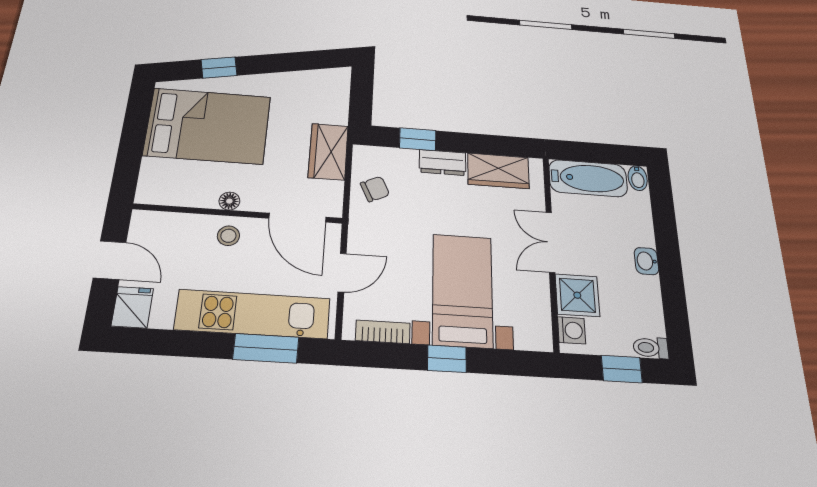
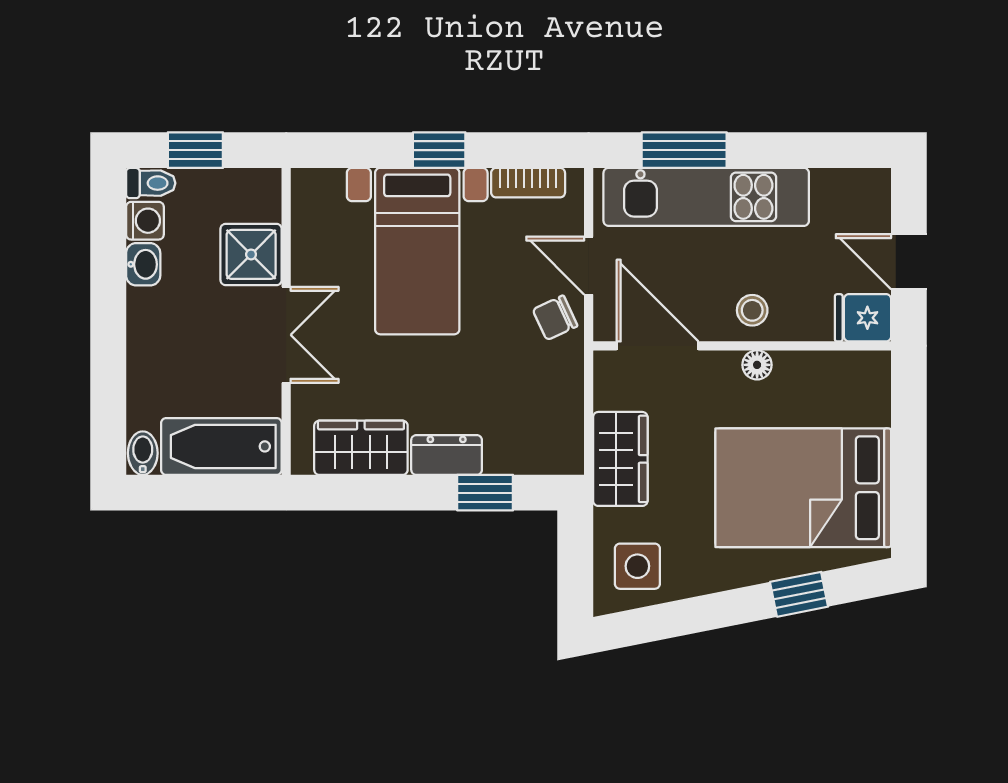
side table: (322, 91) -> (637, 566), added
chair: (375, 189) -> (555, 318), moved
washbasin: (646, 261) -> (143, 264), moved
door: (342, 273) -> (589, 266), hinge flipped
fridge: (132, 307) -> (863, 318), moved, turned 90
washing machine: (572, 330) -> (145, 221), moved, turned 180

